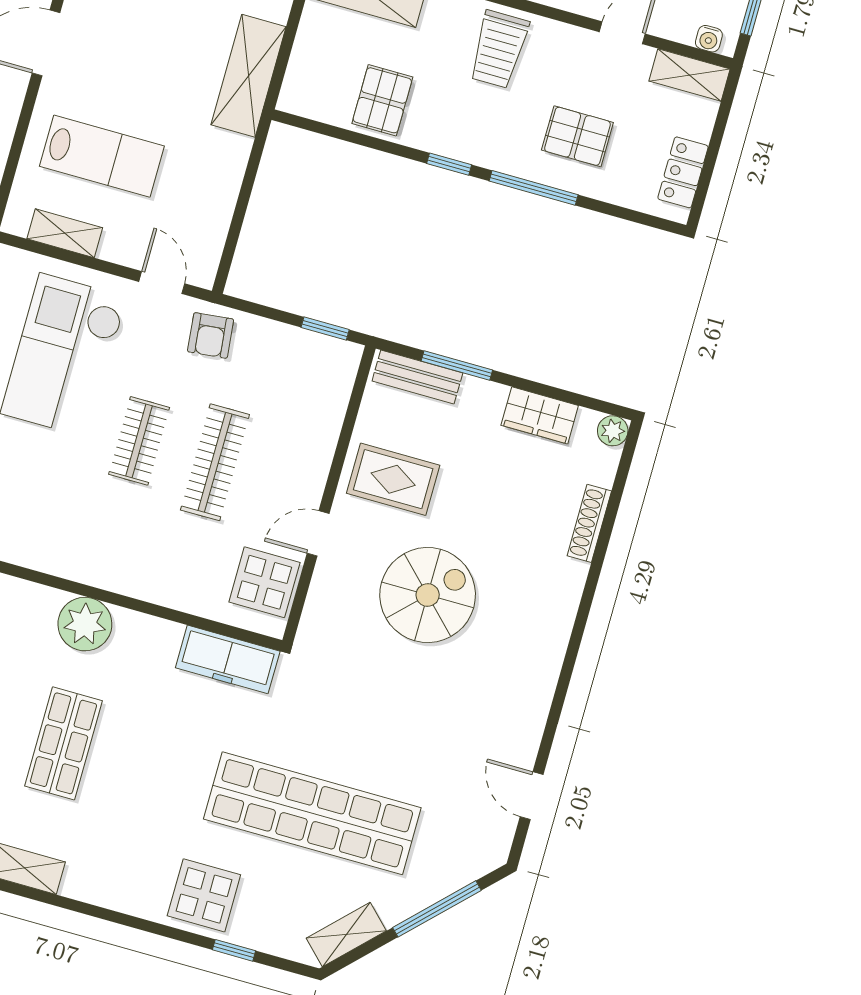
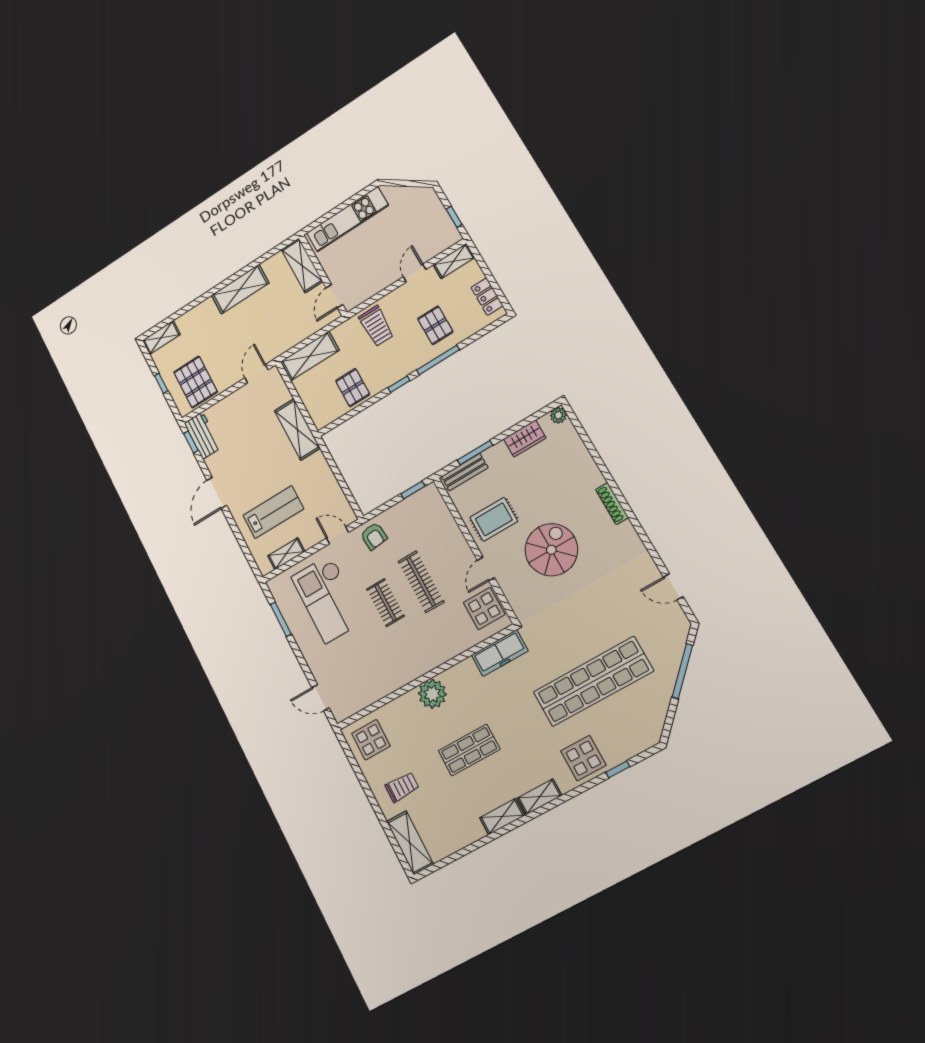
water cooler: (709, 39) -> (448, 242), removed
pallet: (577, 136) -> (435, 325), turned 90
shoe rack: (589, 523) -> (612, 504), moved
shop shelf: (63, 743) -> (469, 750), turned 90
shelving: (346, 935) -> (540, 797), moved, turned 45

